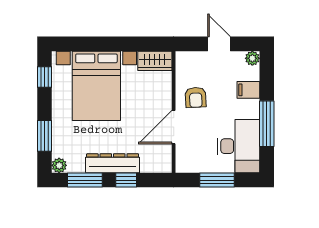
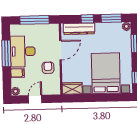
door: (219, 44) -> (35, 99), swing flipped
desk: (239, 146) -> (23, 51), moved
dresser: (113, 163) -> (79, 29), moved
window: (217, 180) -> (34, 20), width x1.44

